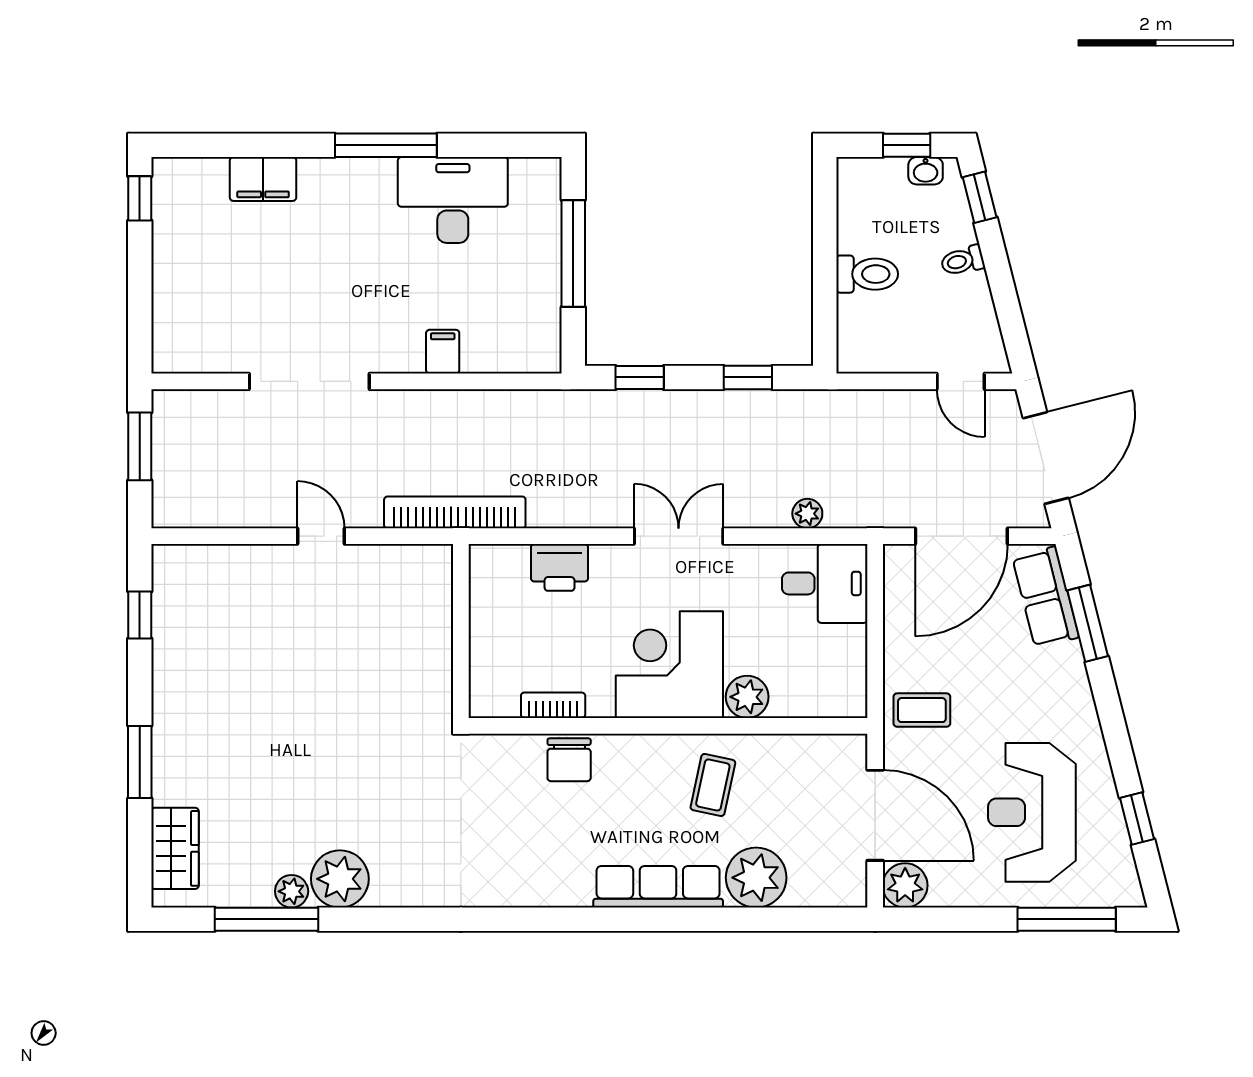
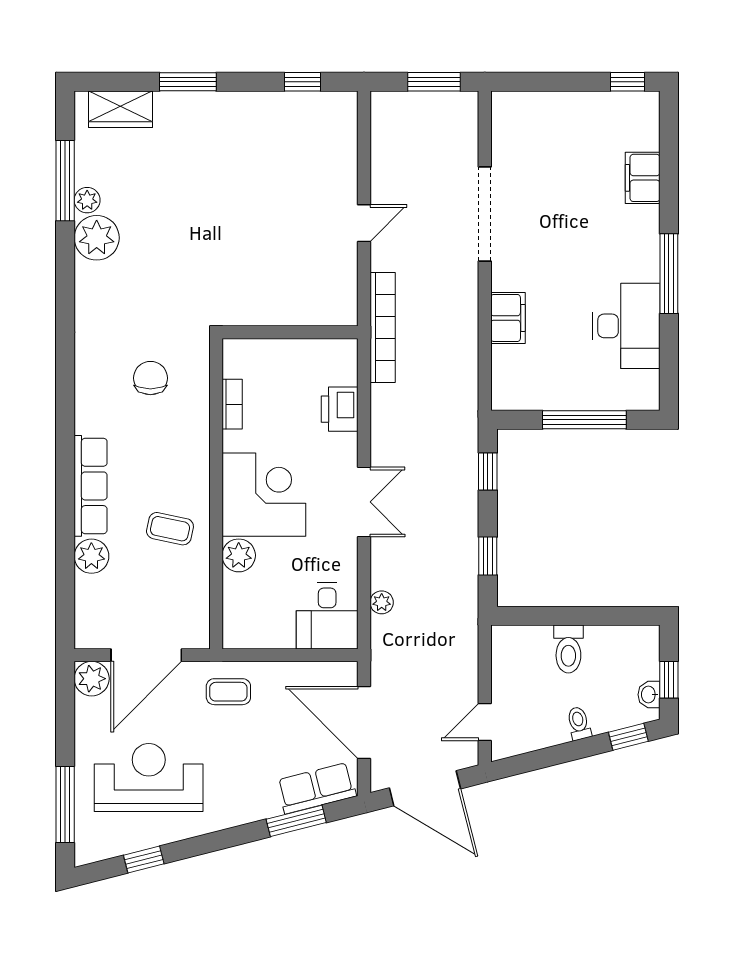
filing cabinet: (443, 352) -> (508, 318), width x2.00
coffee table: (922, 710) -> (228, 692), turned 90
chair: (569, 760) -> (150, 378), moved, turned 90
plant: (756, 878) -> (91, 556), width x0.73, depth x0.73

